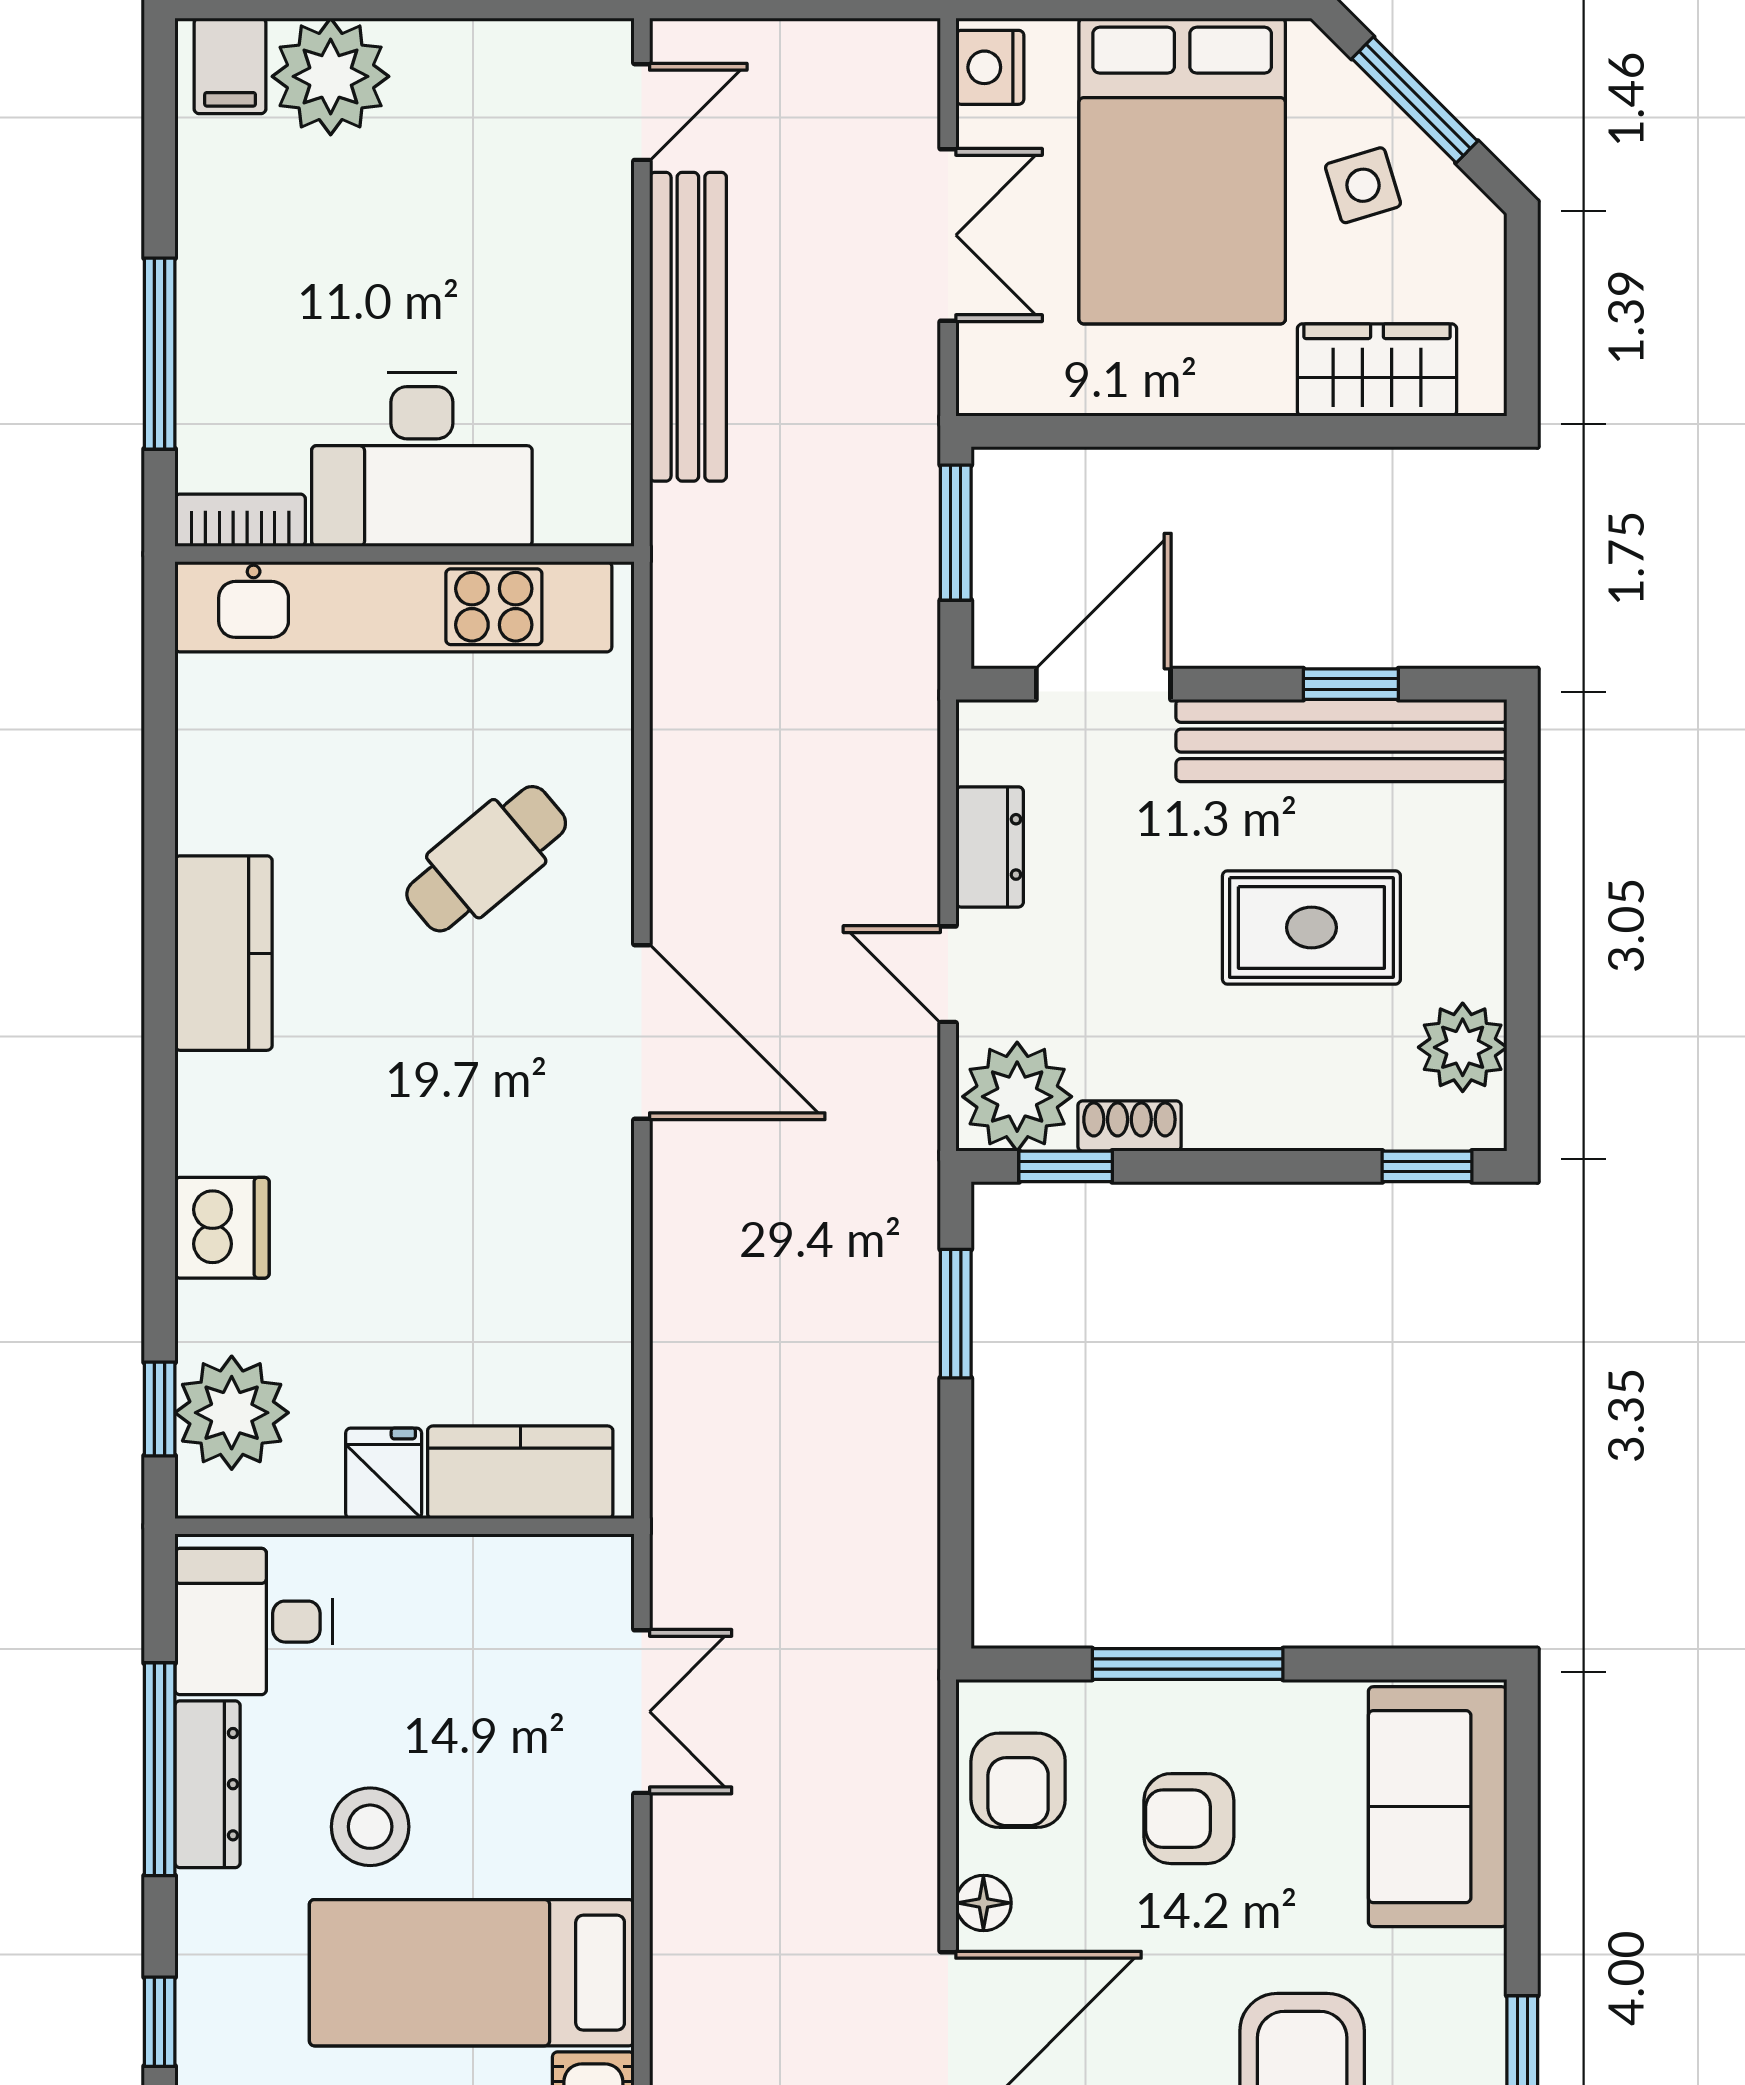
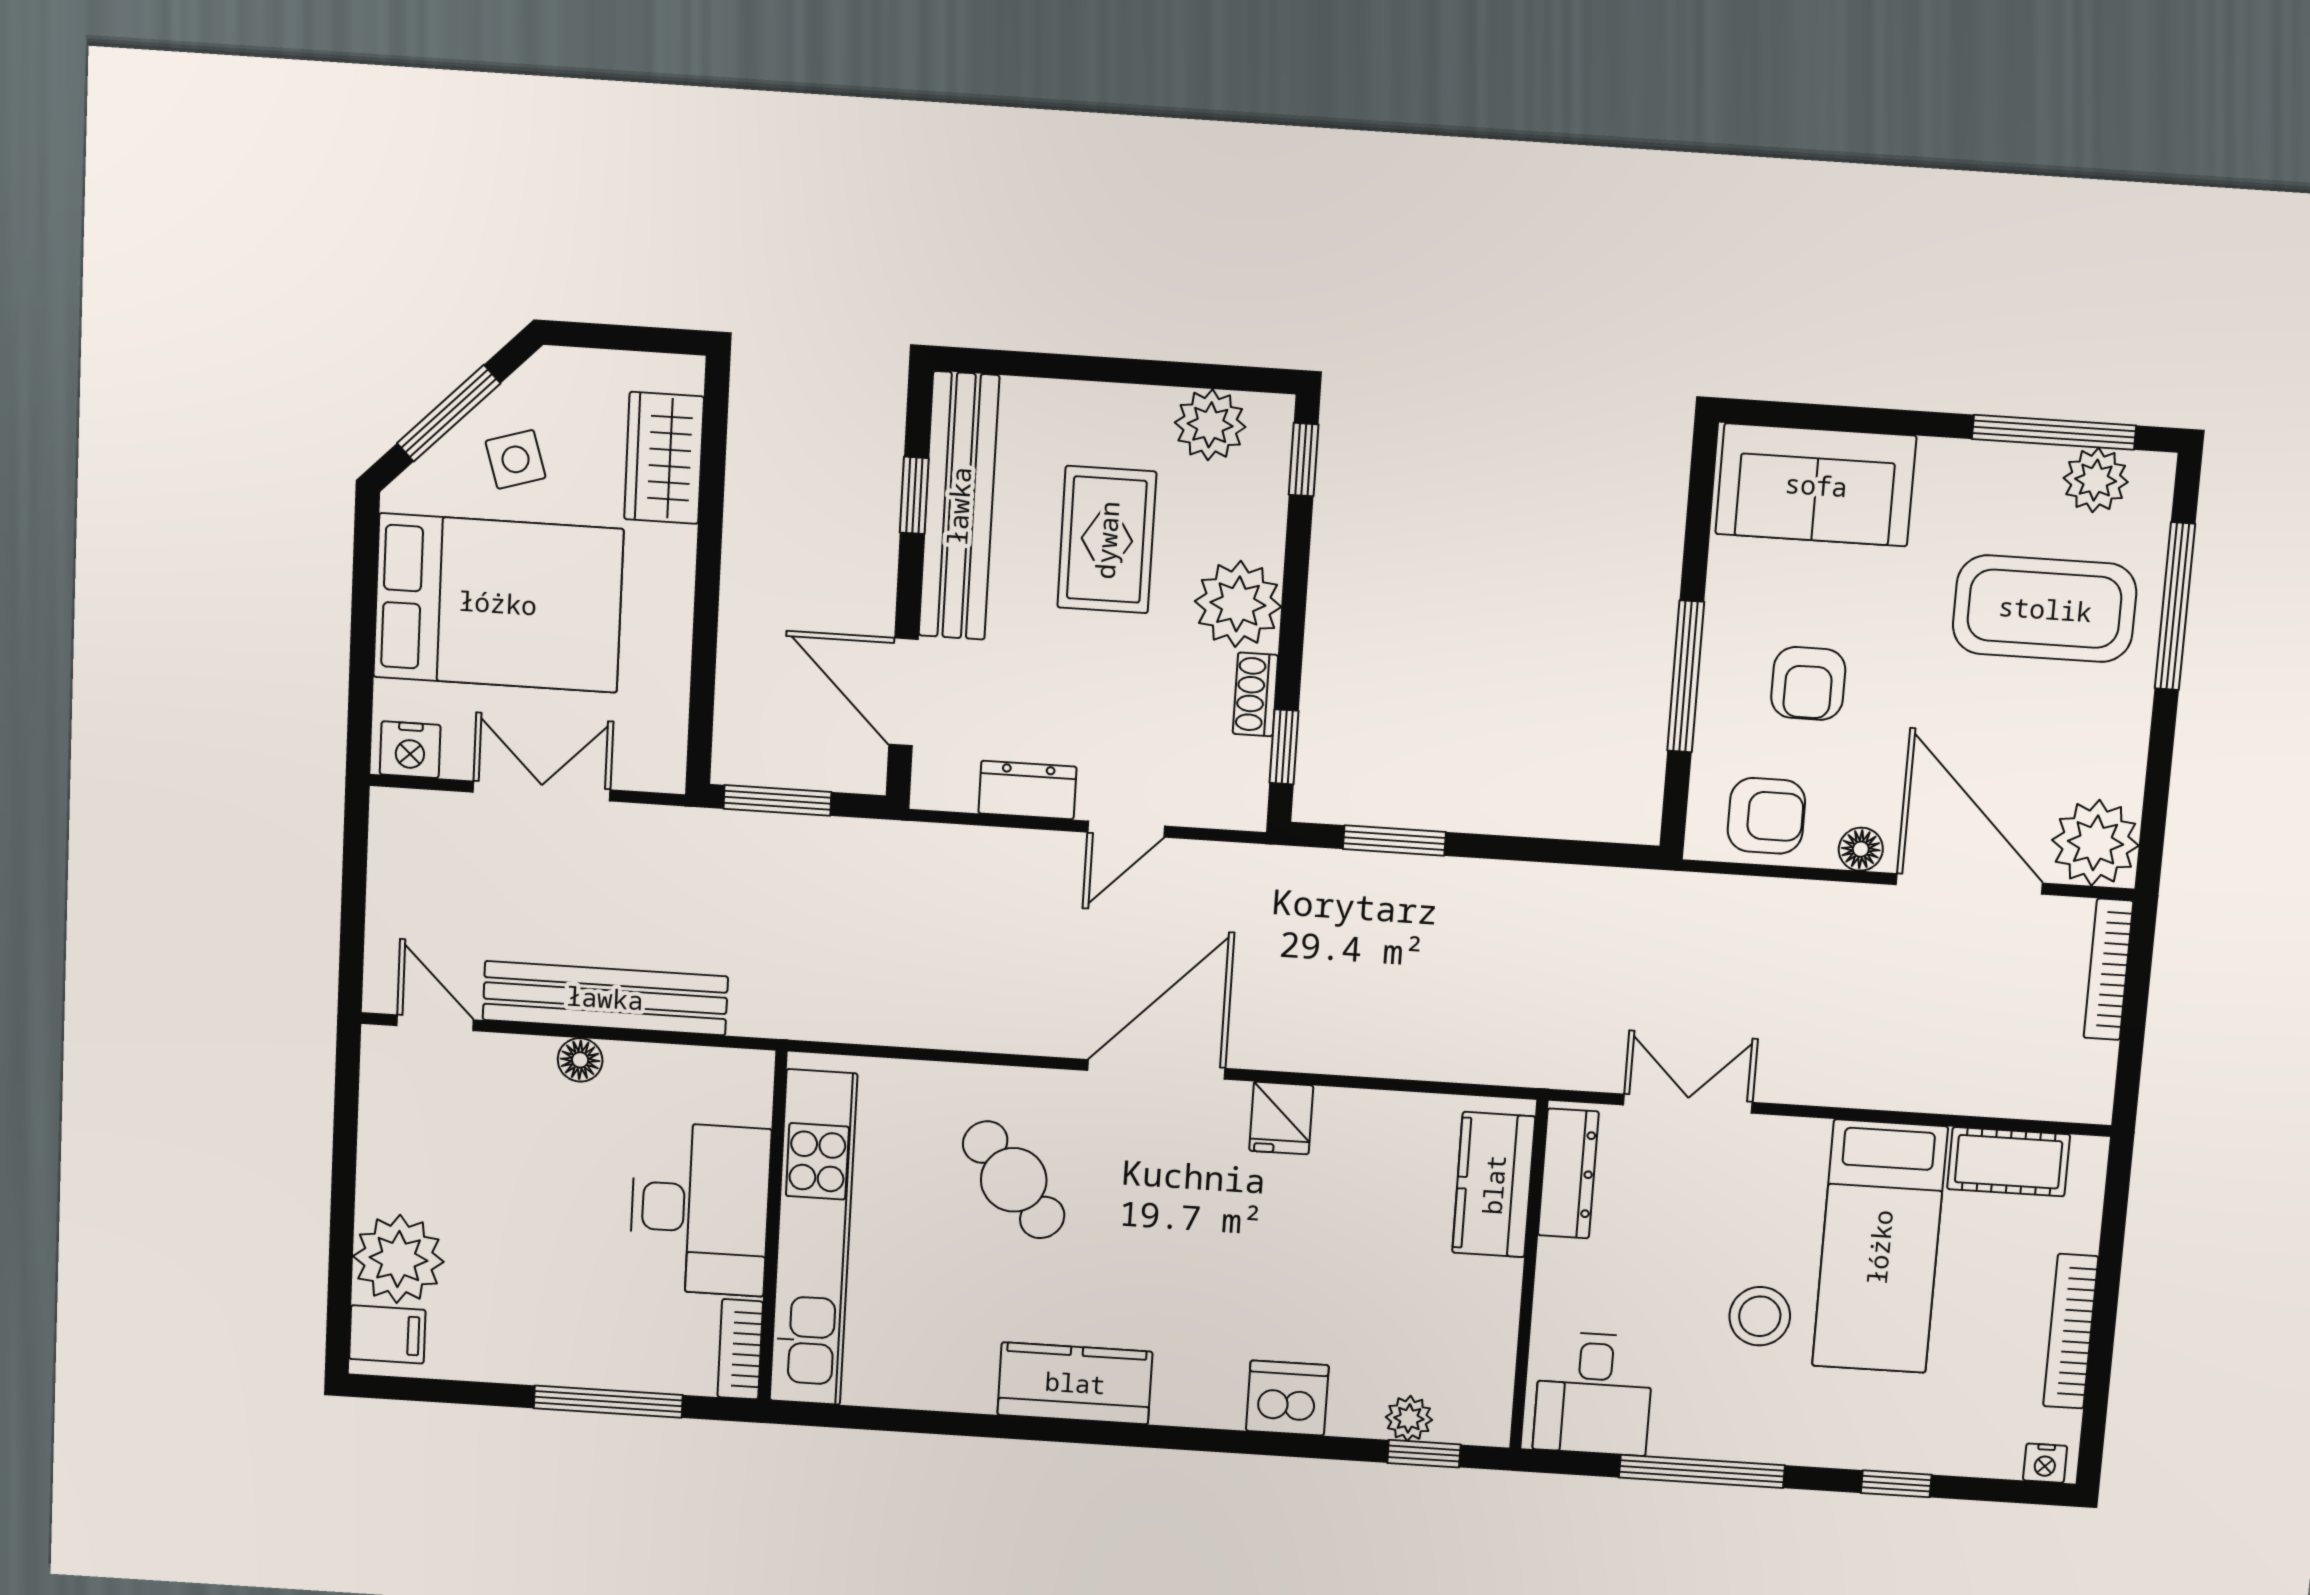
floor lamp: (606, 298) -> (580, 1060), added
plant: (1017, 1097) -> (1238, 604), moved
plant: (232, 1413) -> (1409, 1418), width x0.53, depth x0.53
fridge: (384, 1473) -> (1281, 1118), moved, turned -90
dresser: (208, 1784) -> (1568, 1173), moved, turned 90

